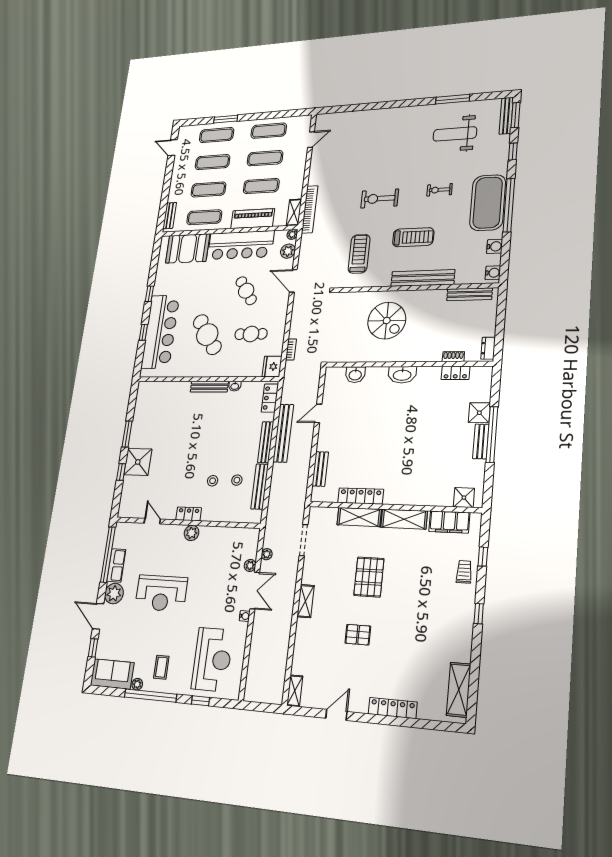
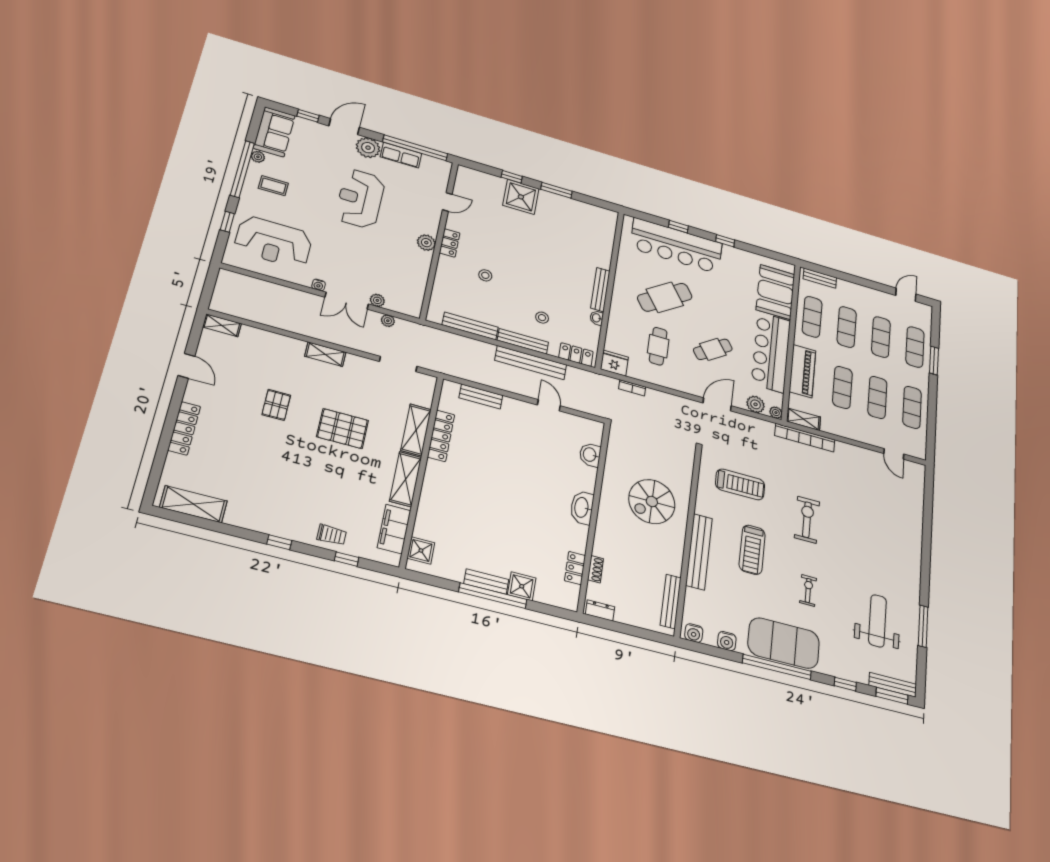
stool: (237, 480) -> (542, 318), moved

